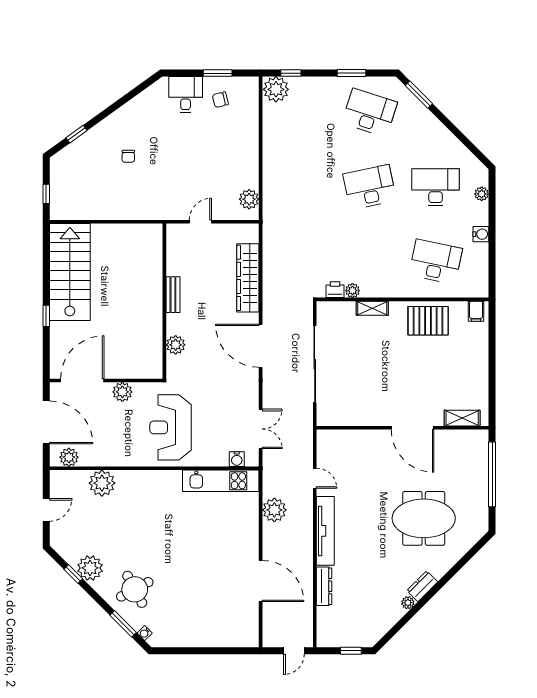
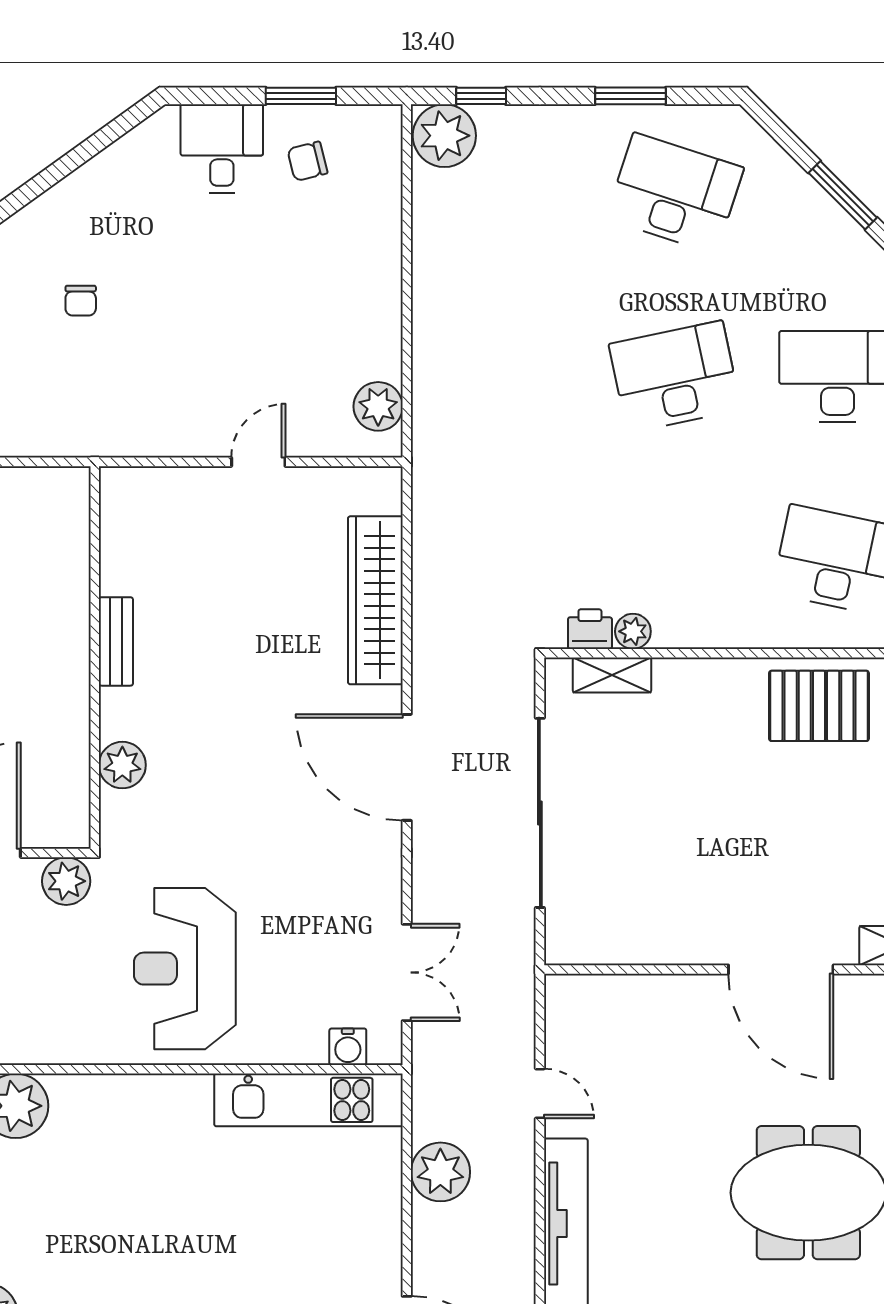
window: (419, 95) -> (843, 195), moved
bench: (173, 295) -> (116, 641), moved
wall: (164, 301) -> (95, 657), moved
shelving: (372, 308) -> (612, 675), moved
plant: (176, 345) -> (122, 765), moved

